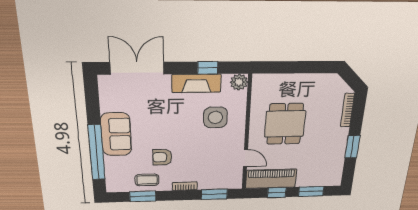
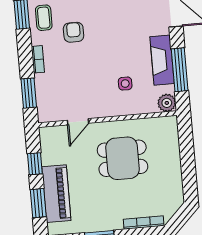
window: (208, 68) -> (180, 70), width x2.17
side table: (215, 117) -> (125, 84), width x0.54, depth x0.54
piano: (271, 179) -> (56, 194), moved

